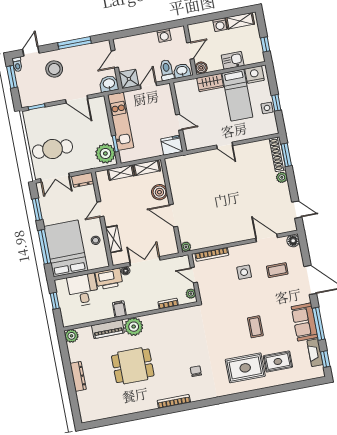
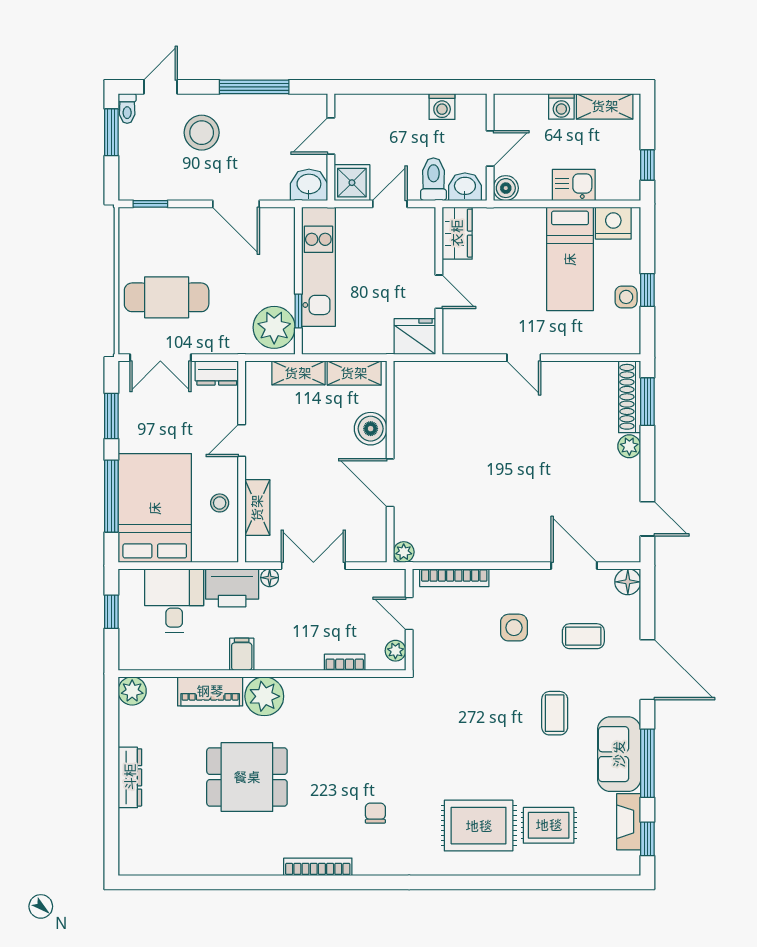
wardrobe: (210, 83) -> (457, 233), moved, turned -90
coffee table: (255, 327) -> (555, 713), moved

